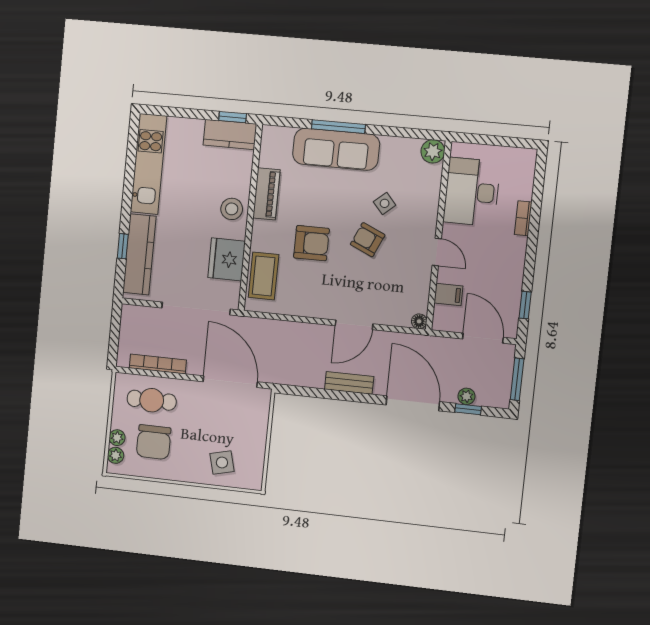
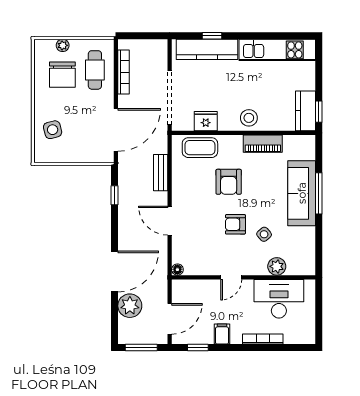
plant: (433, 151) -> (277, 266), moved
bookcase: (523, 218) -> (263, 339), width x1.56
armchair: (368, 240) -> (235, 224), turned -114
fridge: (227, 259) -> (206, 121), width x0.73, depth x0.75
filing cabinet: (448, 294) -> (222, 334), moved, turned 180
bench: (349, 383) -> (161, 173), moved
plant: (466, 396) -> (130, 306), width x1.87, depth x1.87
window: (468, 409) -> (115, 195), moved
chair: (154, 442) -> (62, 75), turned -90
plant: (116, 455) -> (49, 46), removed

